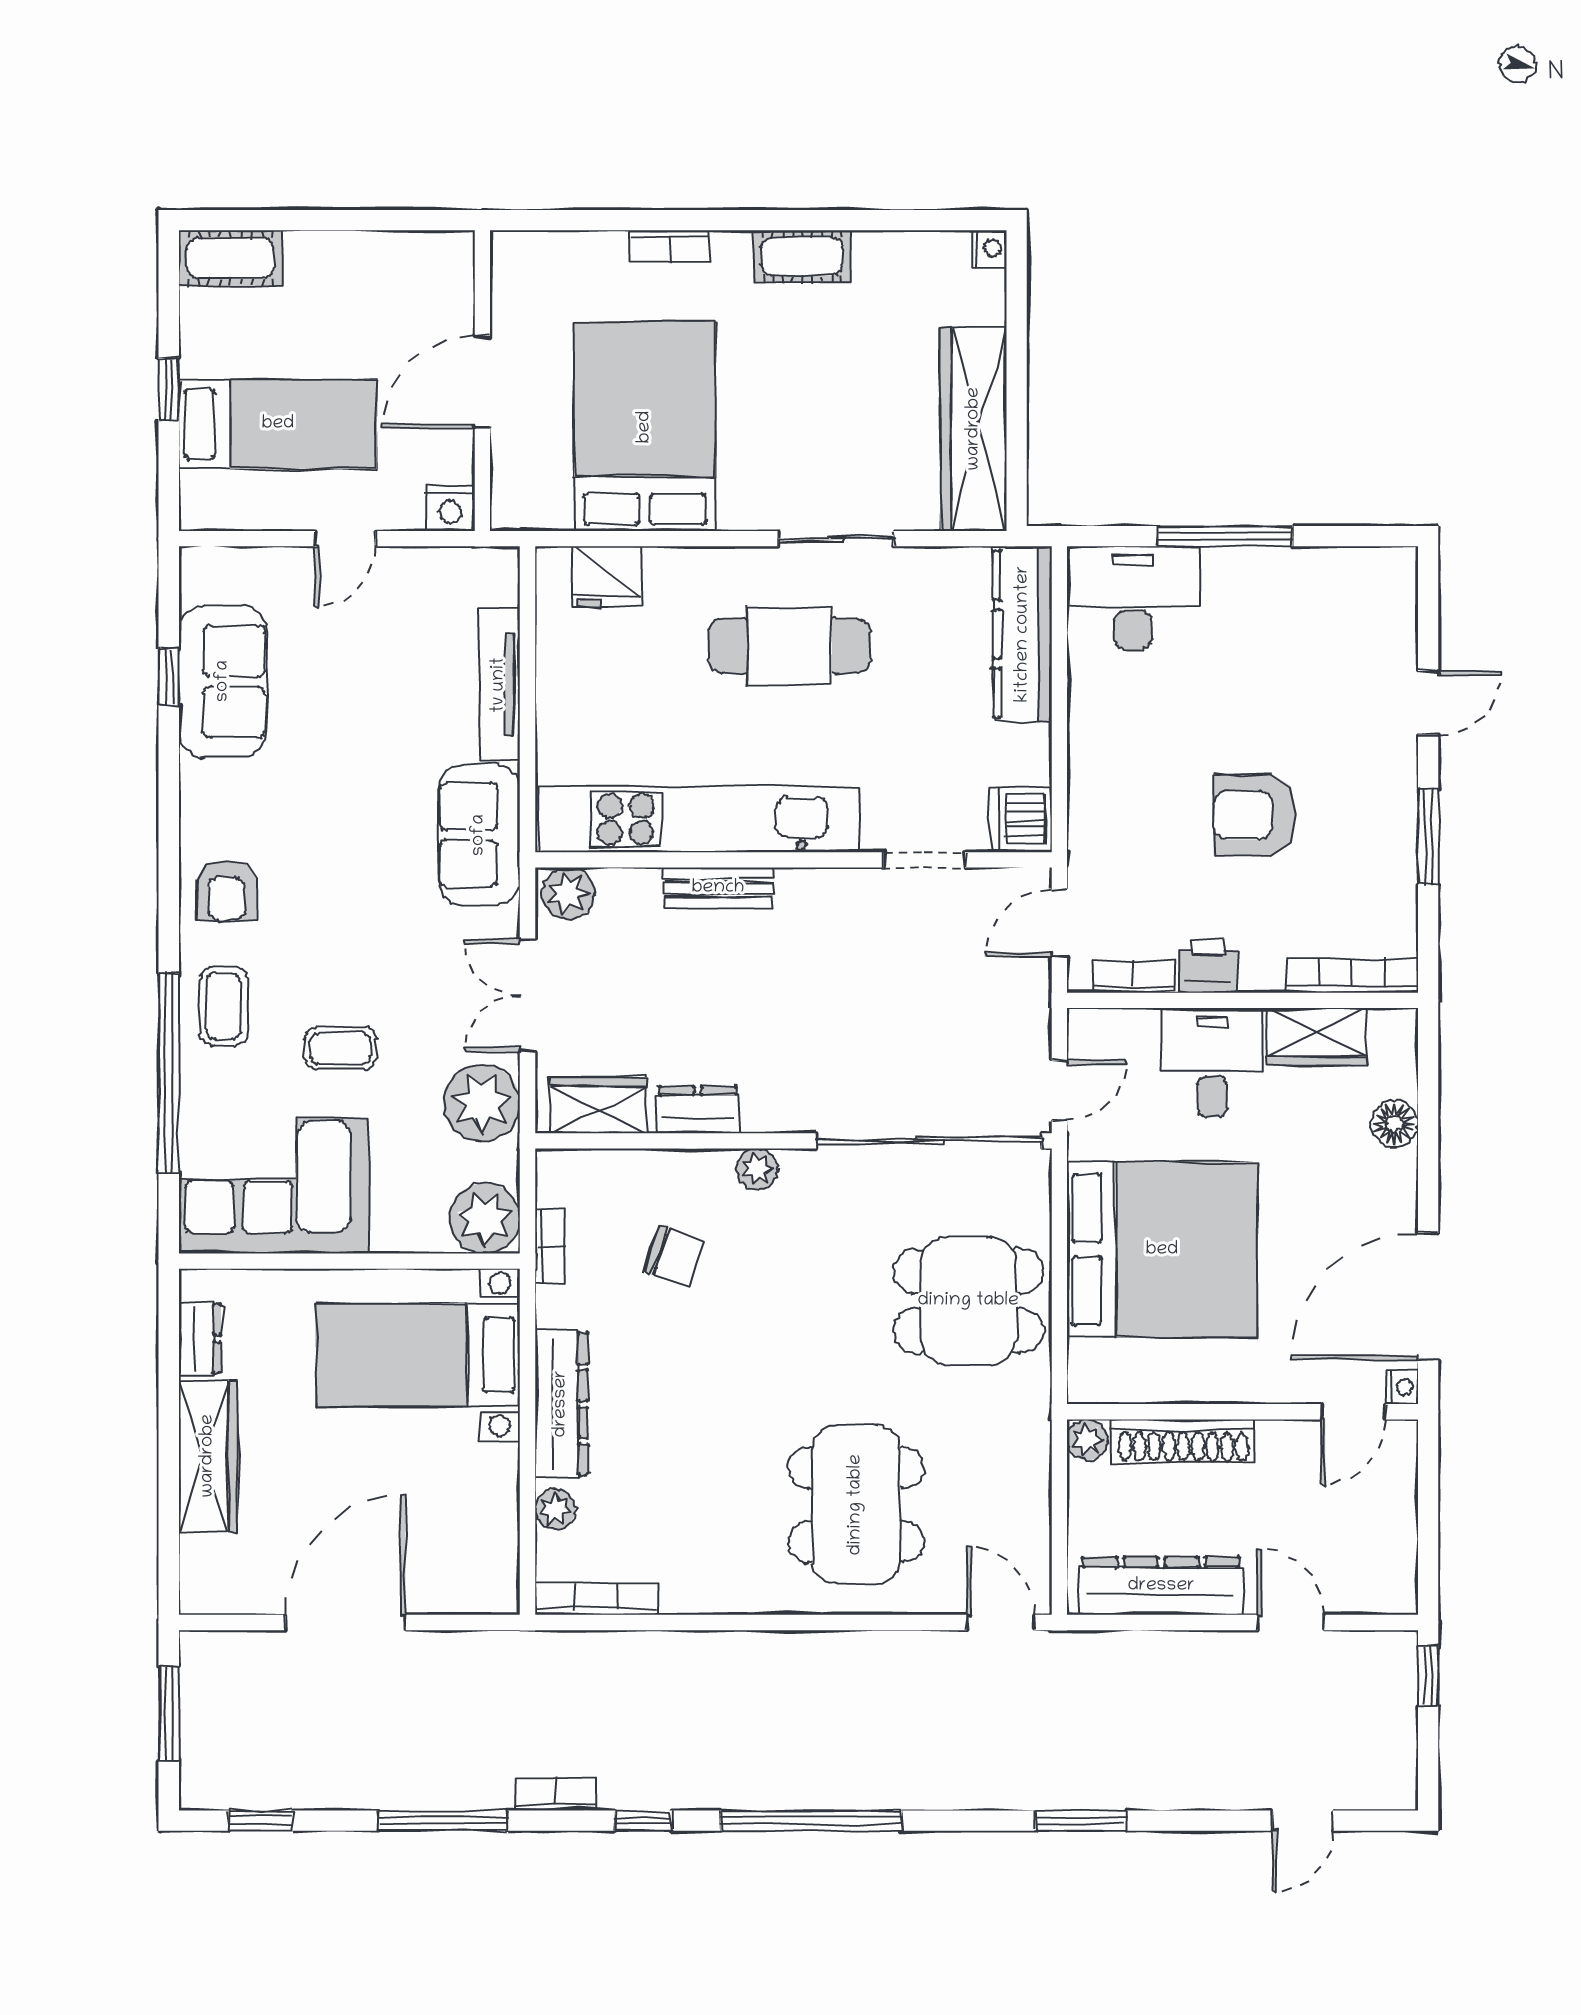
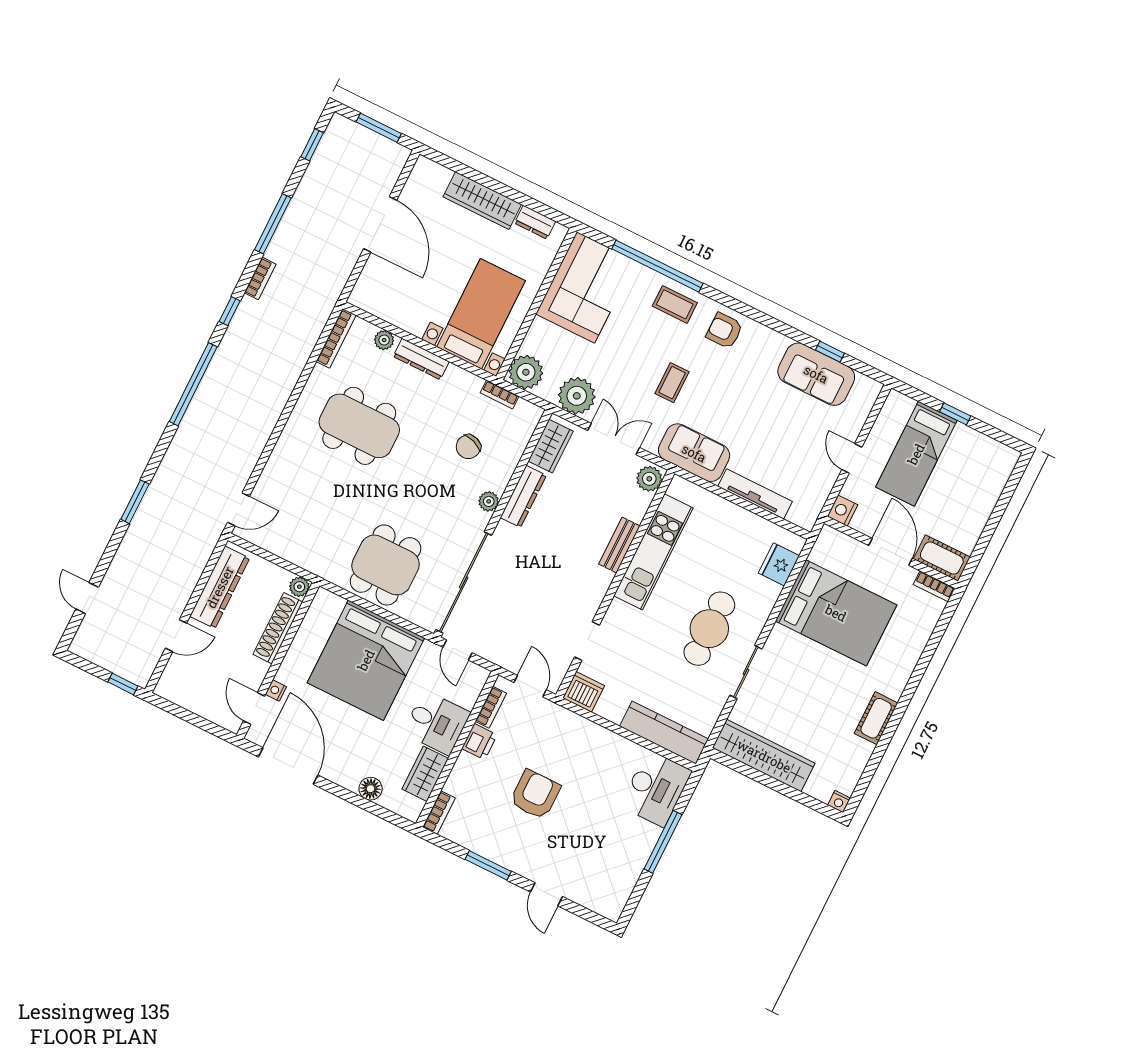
bookcase: (669, 246) -> (934, 586), moved, turned -90
cot: (230, 258) -> (942, 558), moved, turned 90
kitchen unit: (699, 819) -> (653, 552), width x0.73
bookcase: (1352, 976) -> (439, 813), width x0.64
coffee table: (340, 1048) -> (672, 383), moved
dresser: (698, 1110) -> (523, 496), width x1.44
nightstand: (1402, 1387) -> (276, 690), moved, turned 90
dresser: (561, 1404) -> (421, 359), width x0.73, depth x0.80
dining table: (856, 1505) -> (359, 426), moved

